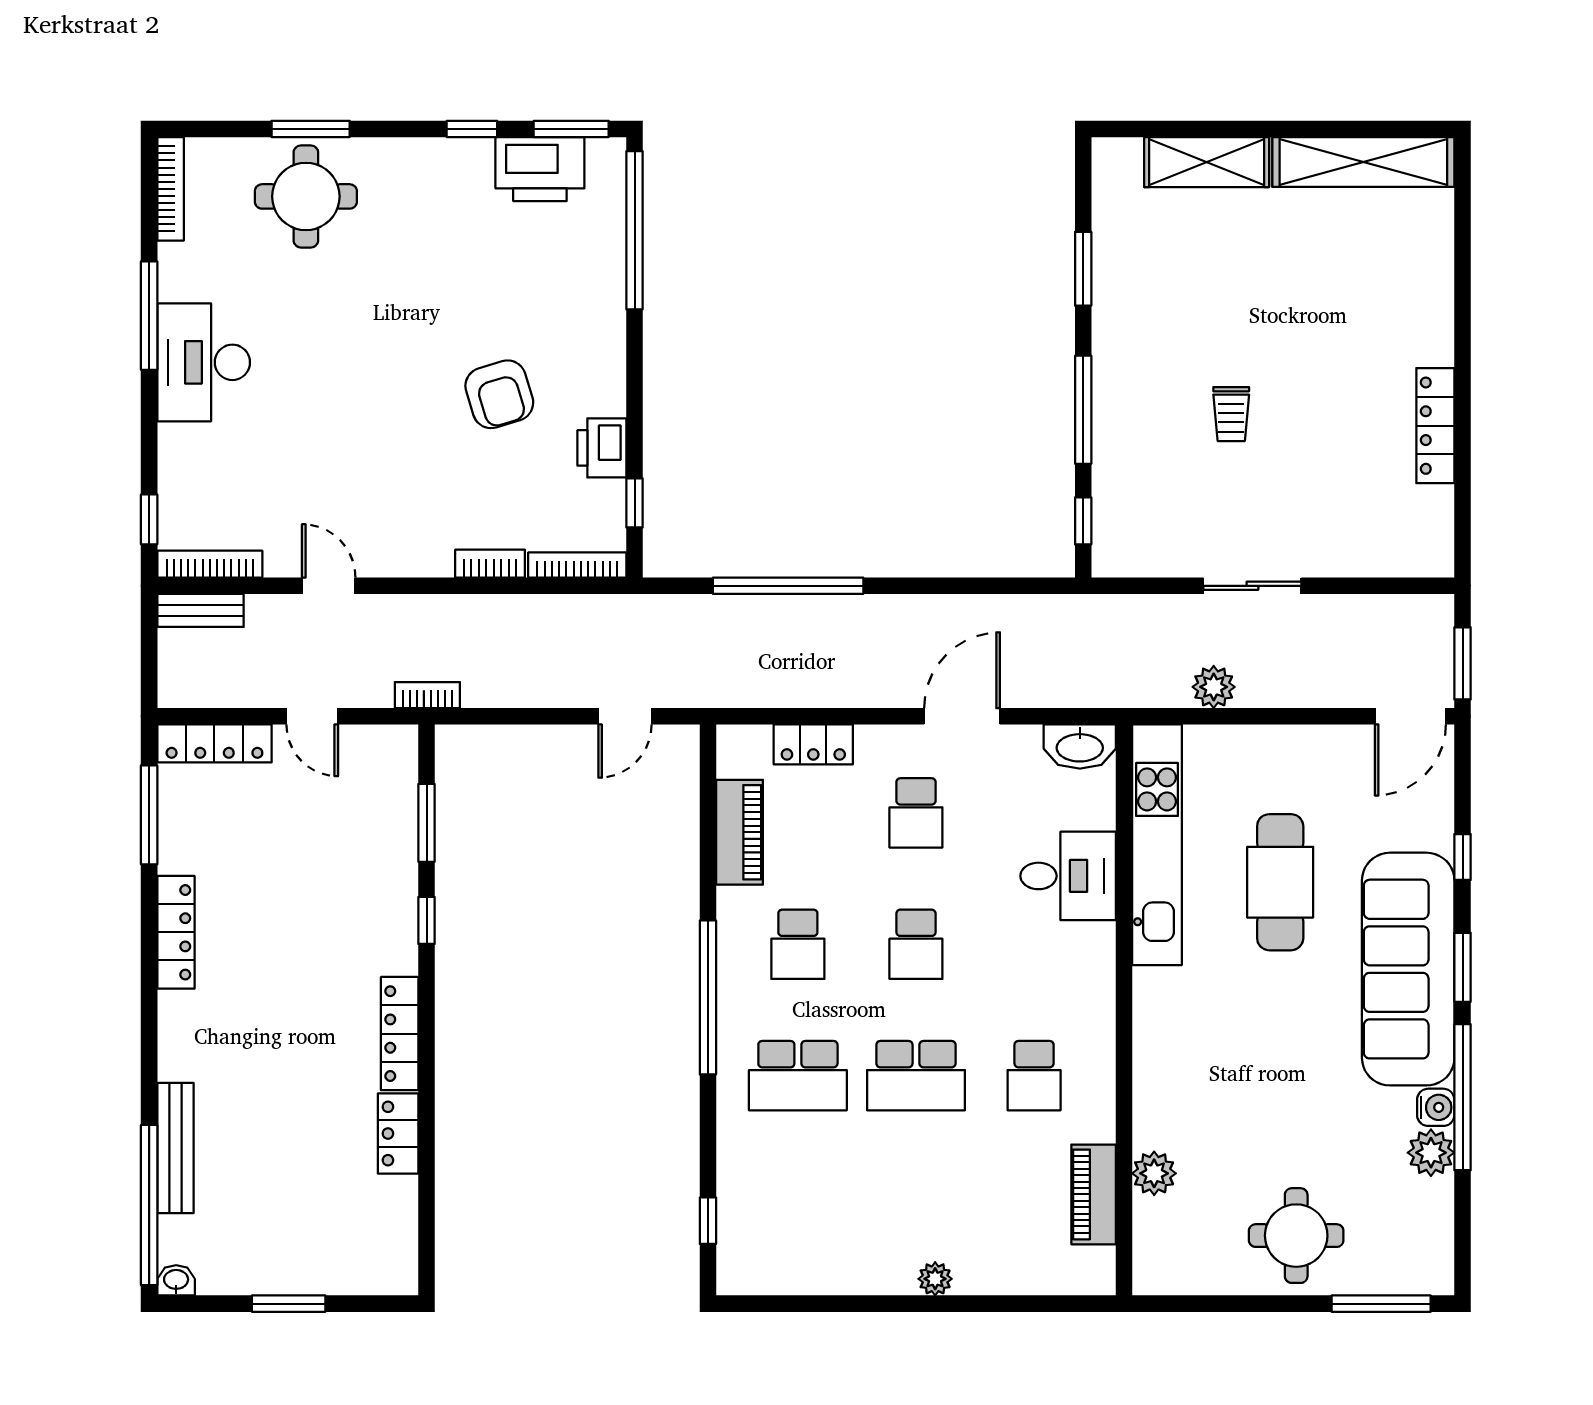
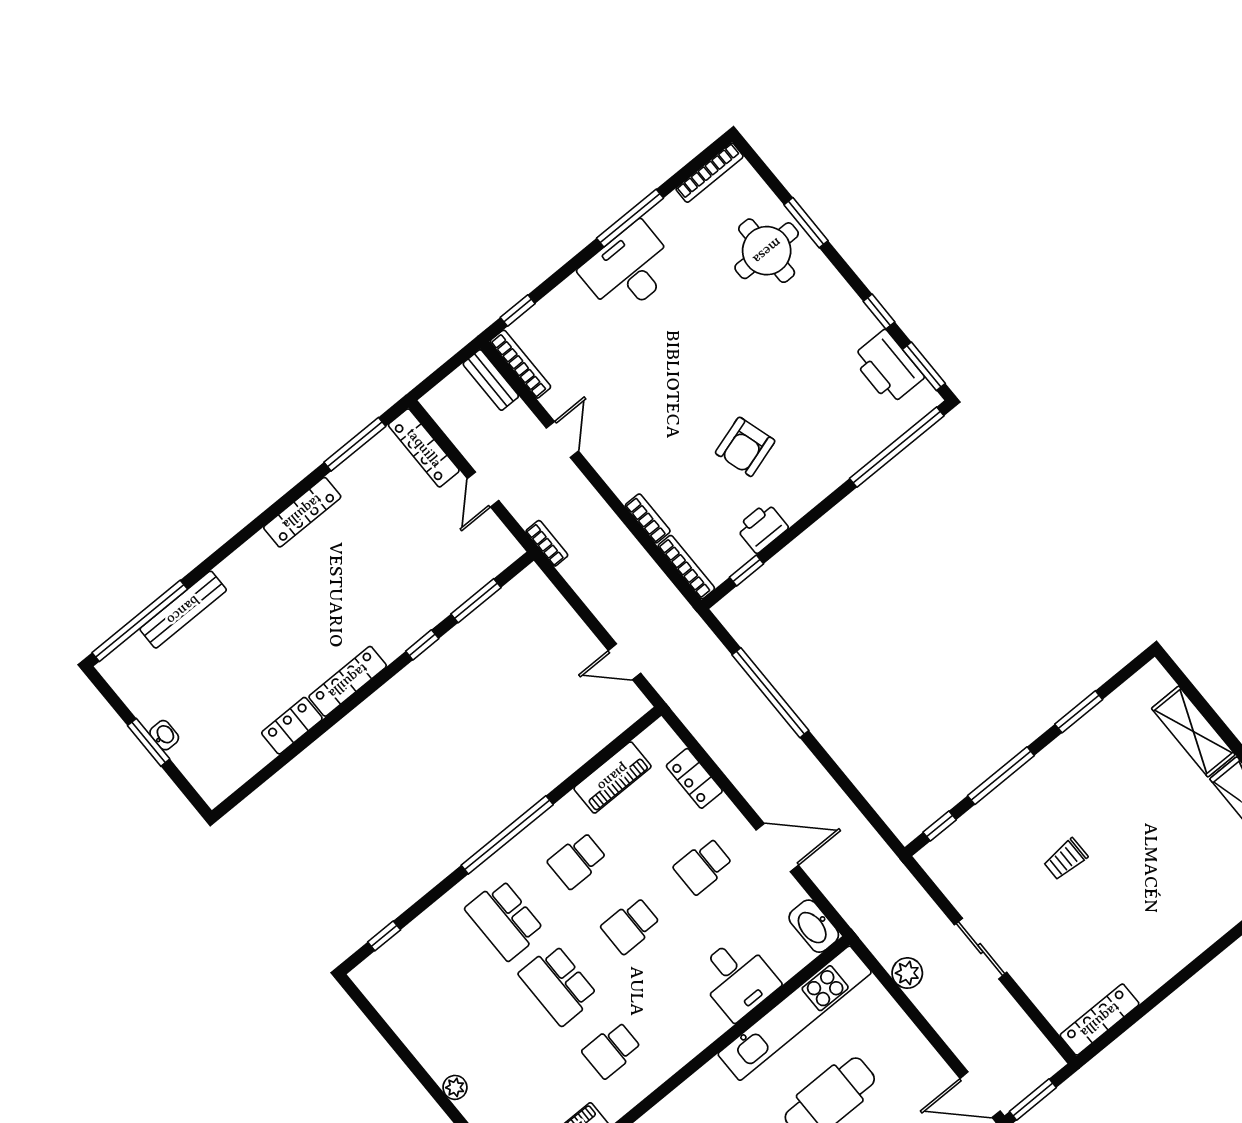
locker: (1435, 426) -> (1100, 1020), moved
washbasin: (176, 1280) -> (164, 735), moved

